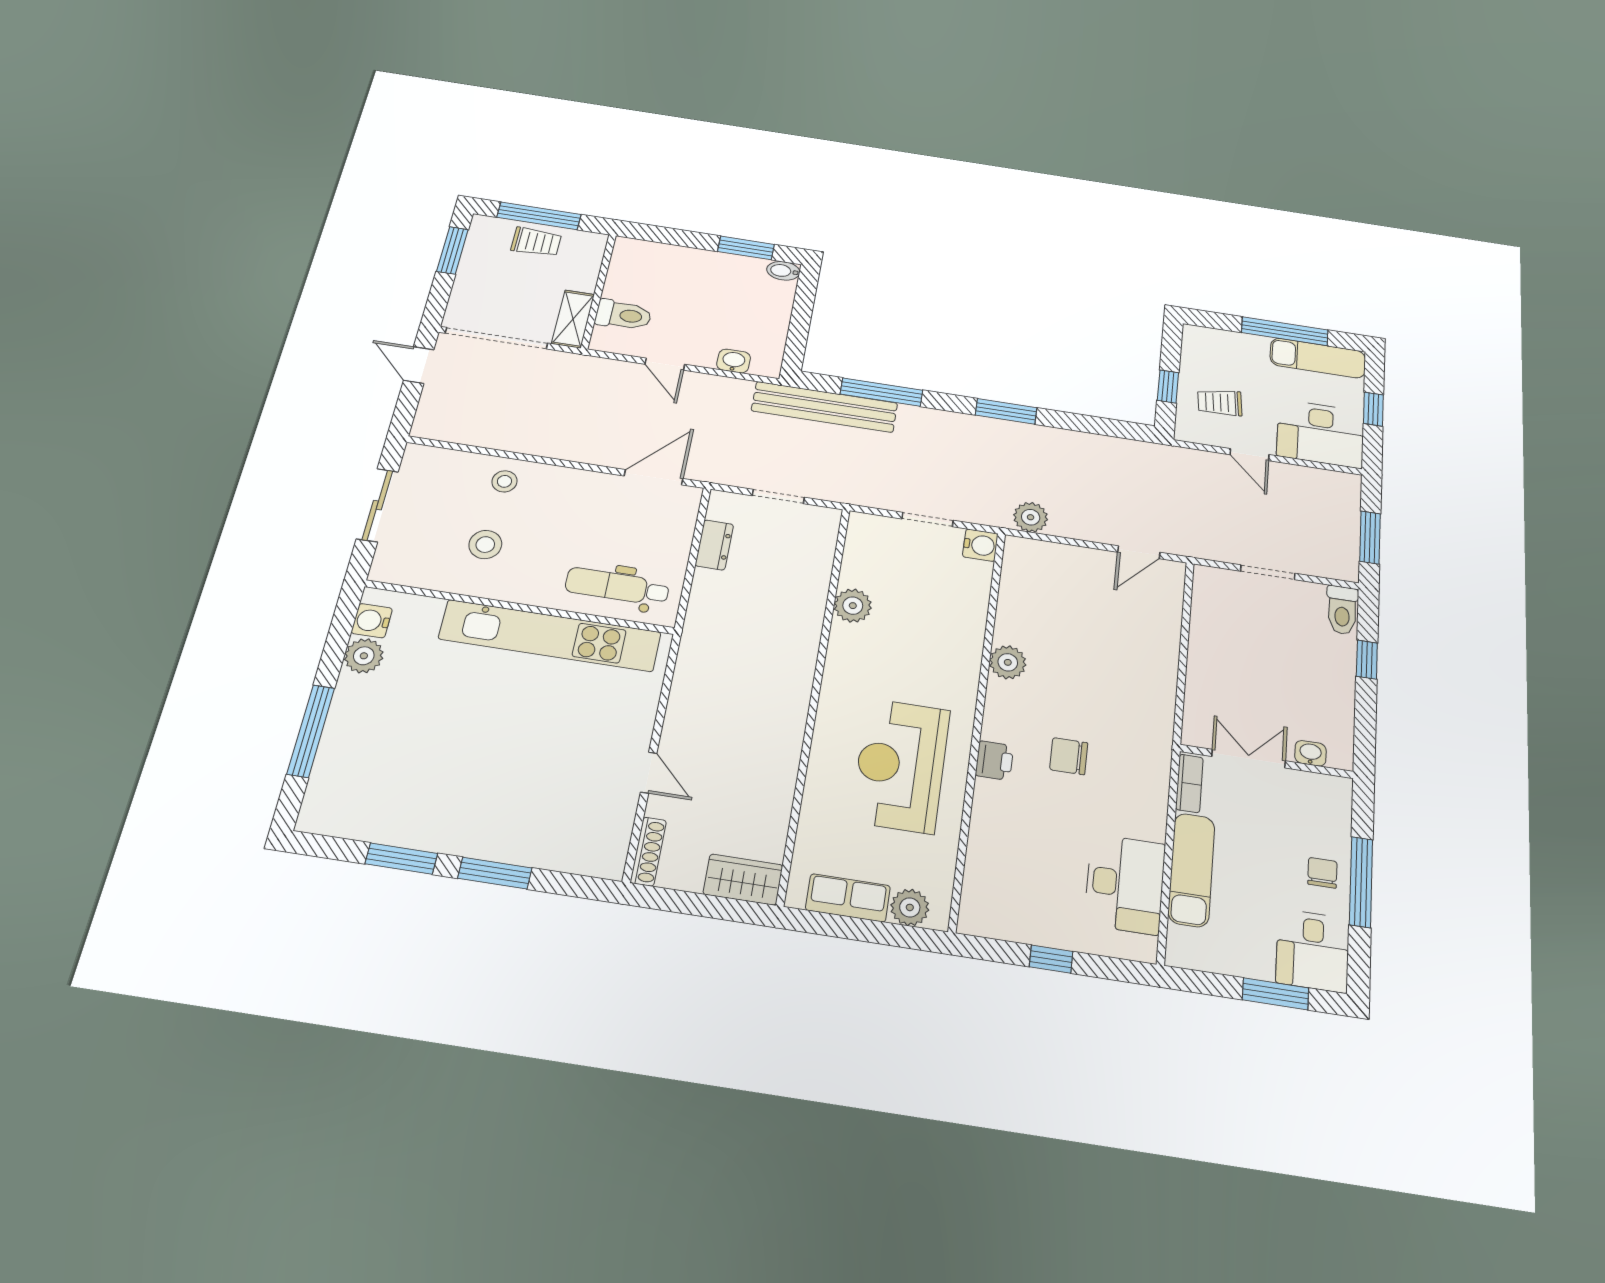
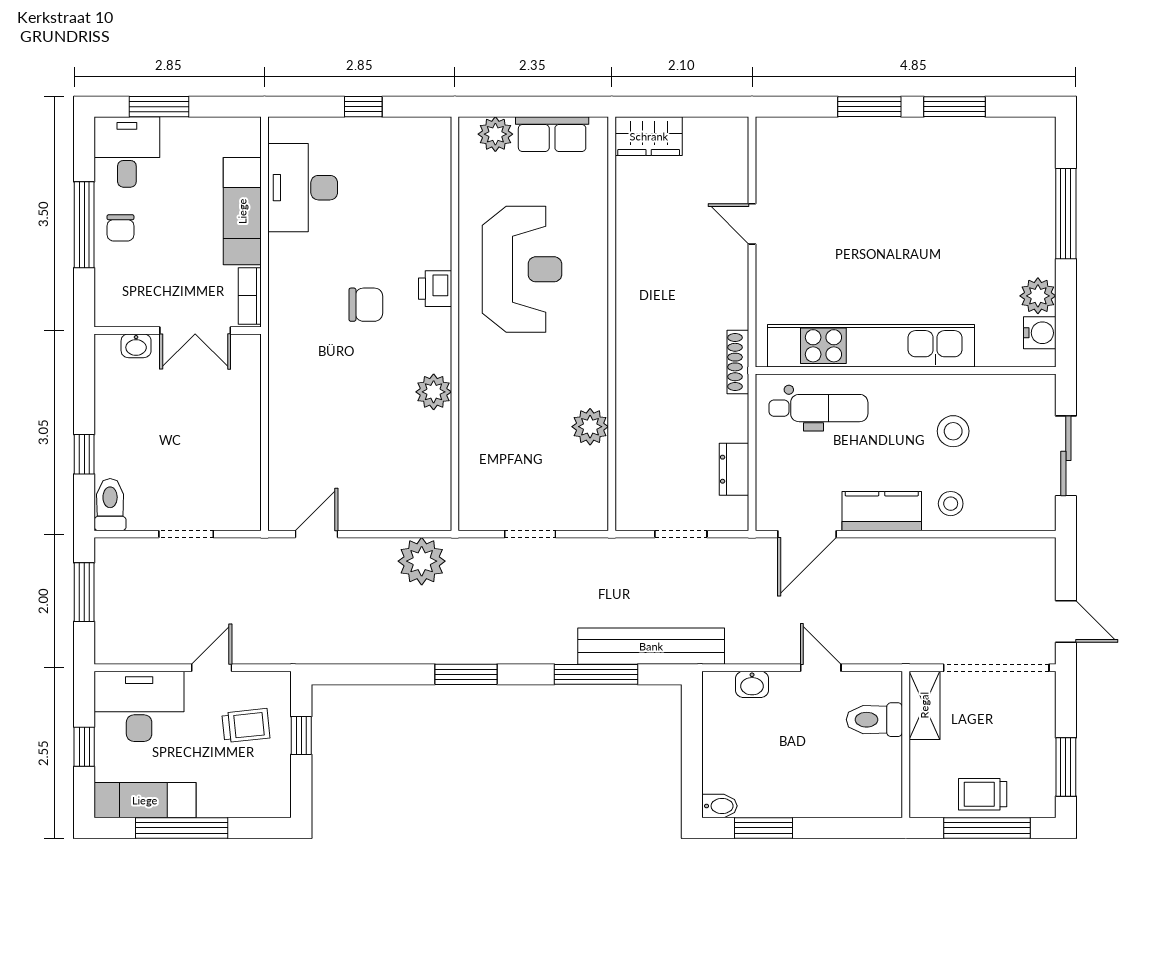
door: (1249, 455) -> (212, 668), hinge flipped
kitchen counter: (575, 486) -> (882, 511), added
plant: (1031, 517) -> (422, 561), width x1.36, depth x1.36
water cooler: (980, 545) -> (474, 515), removed
shoe rack: (648, 851) -> (738, 362), moved

